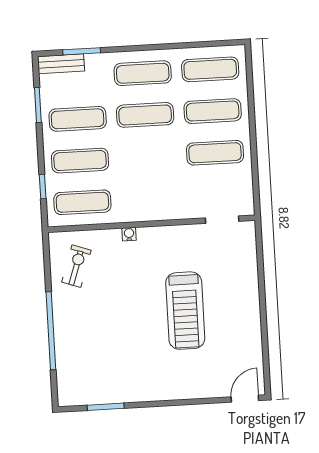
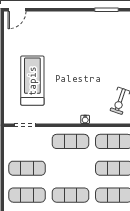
exercise mat: (150, 198) -> (70, 141), added
treadmill: (185, 311) -> (32, 81), moved

